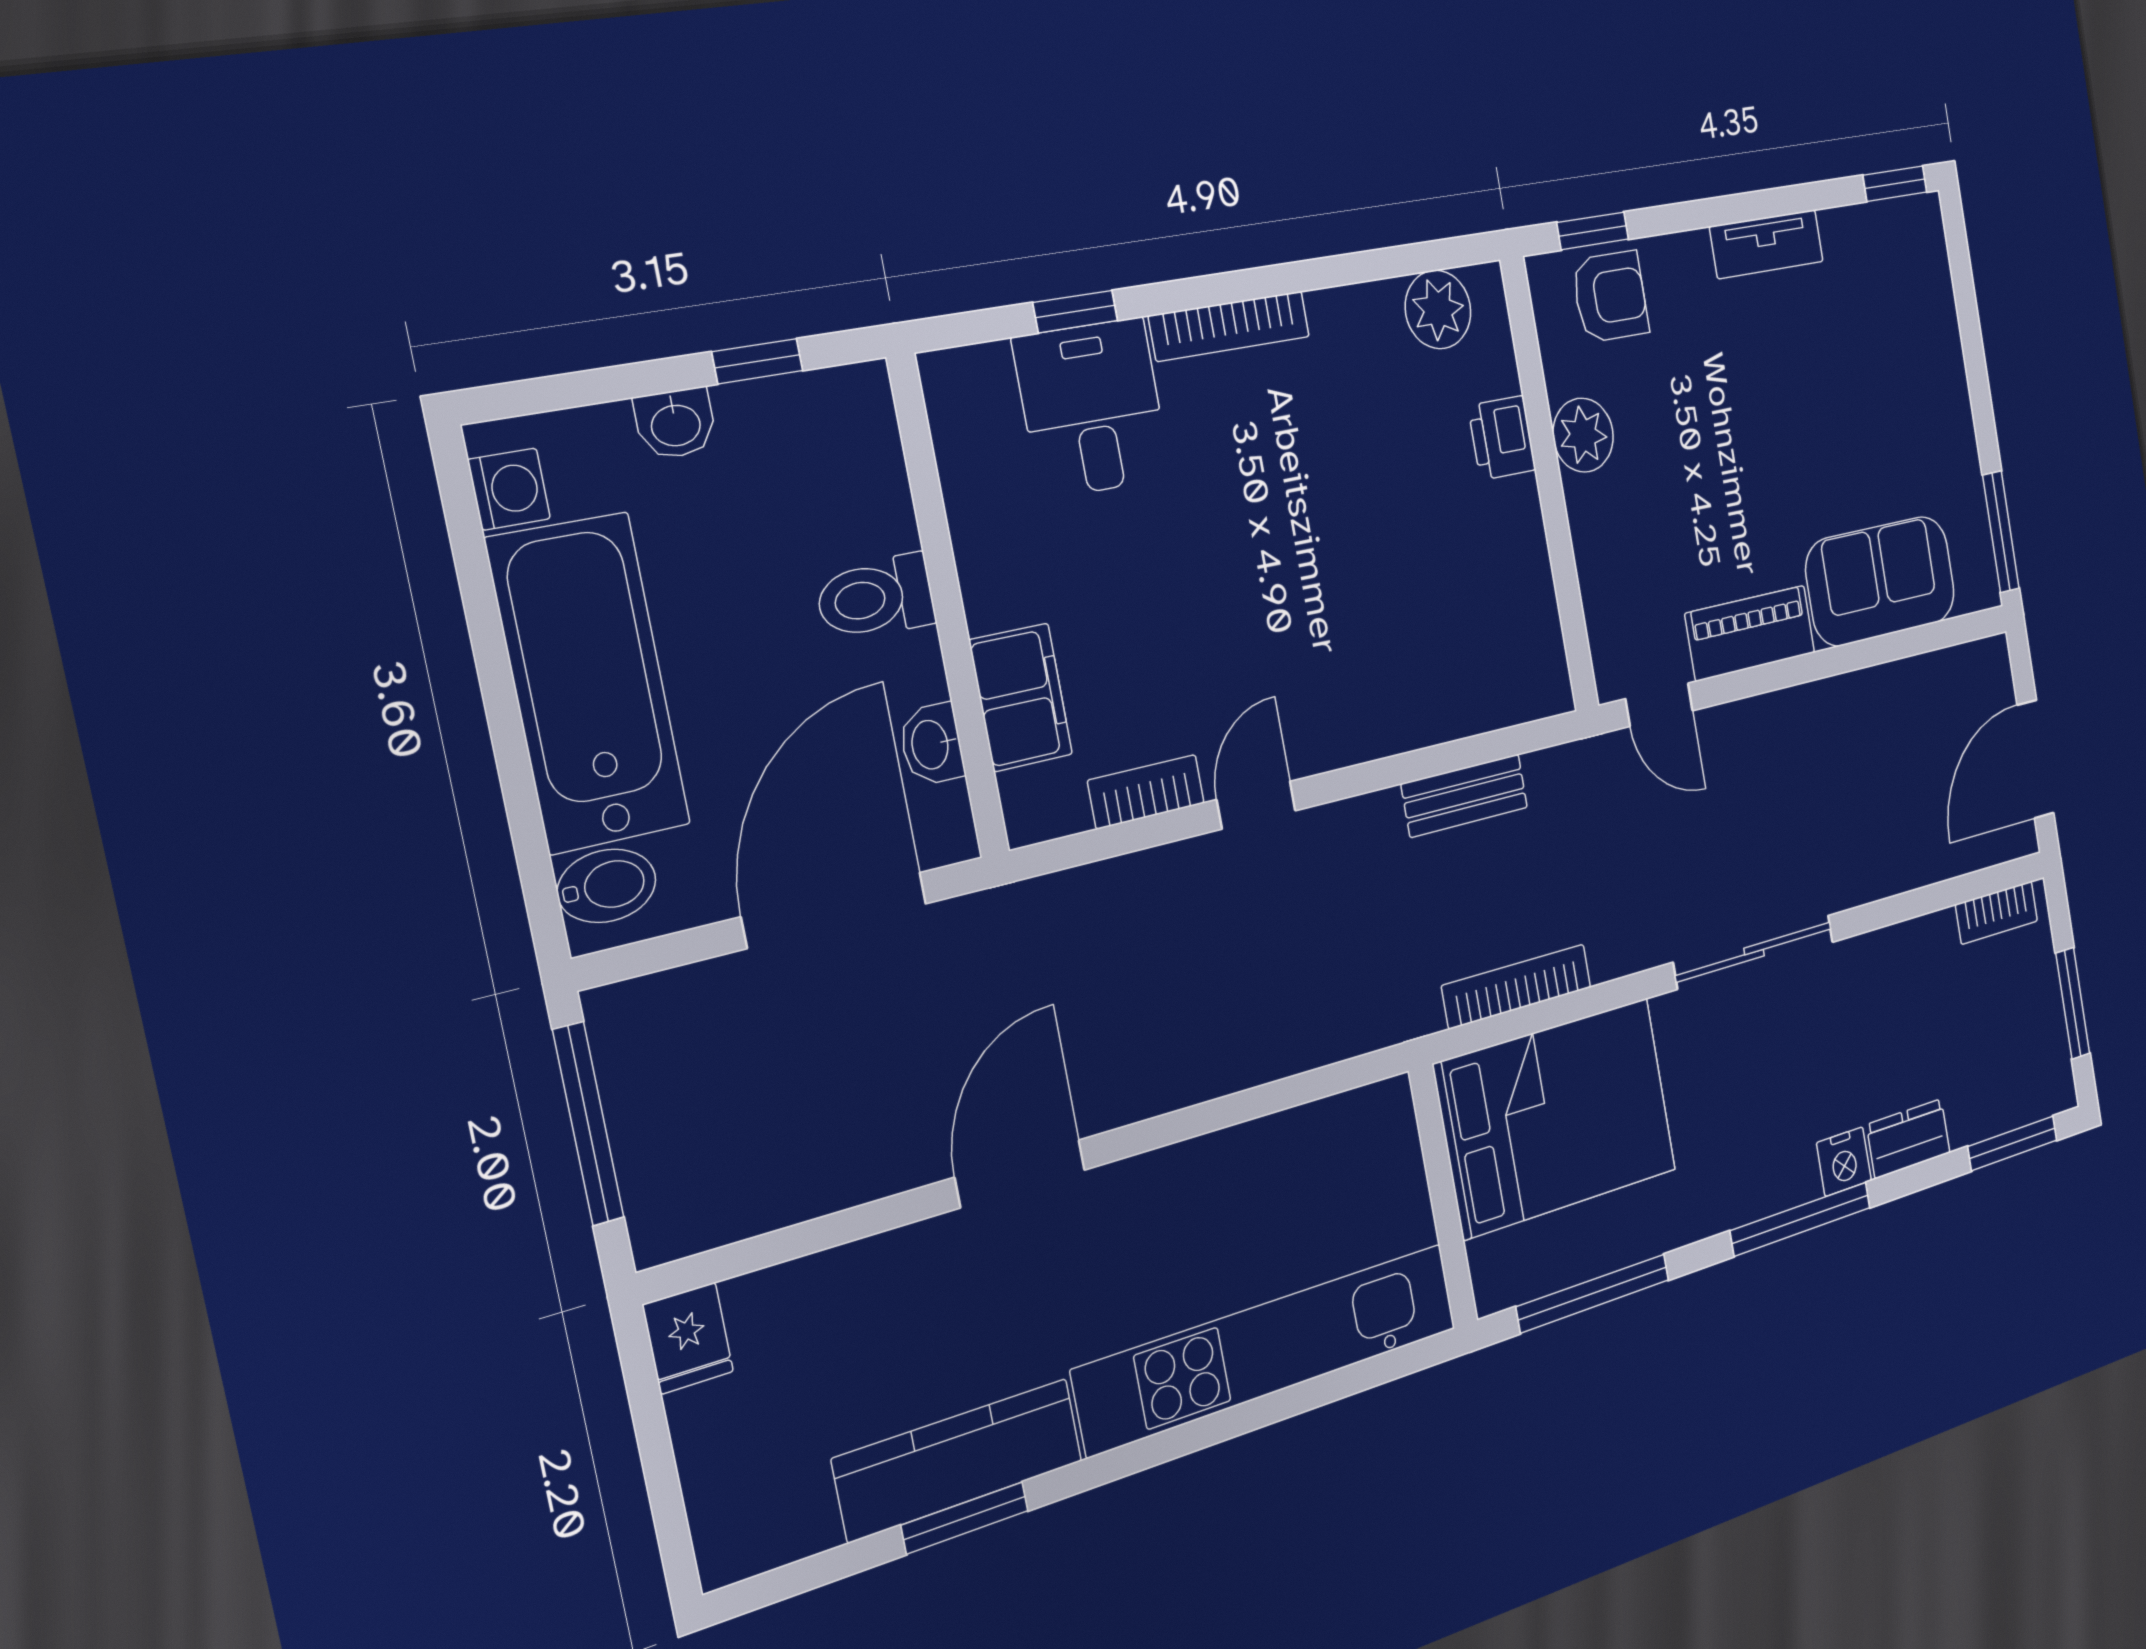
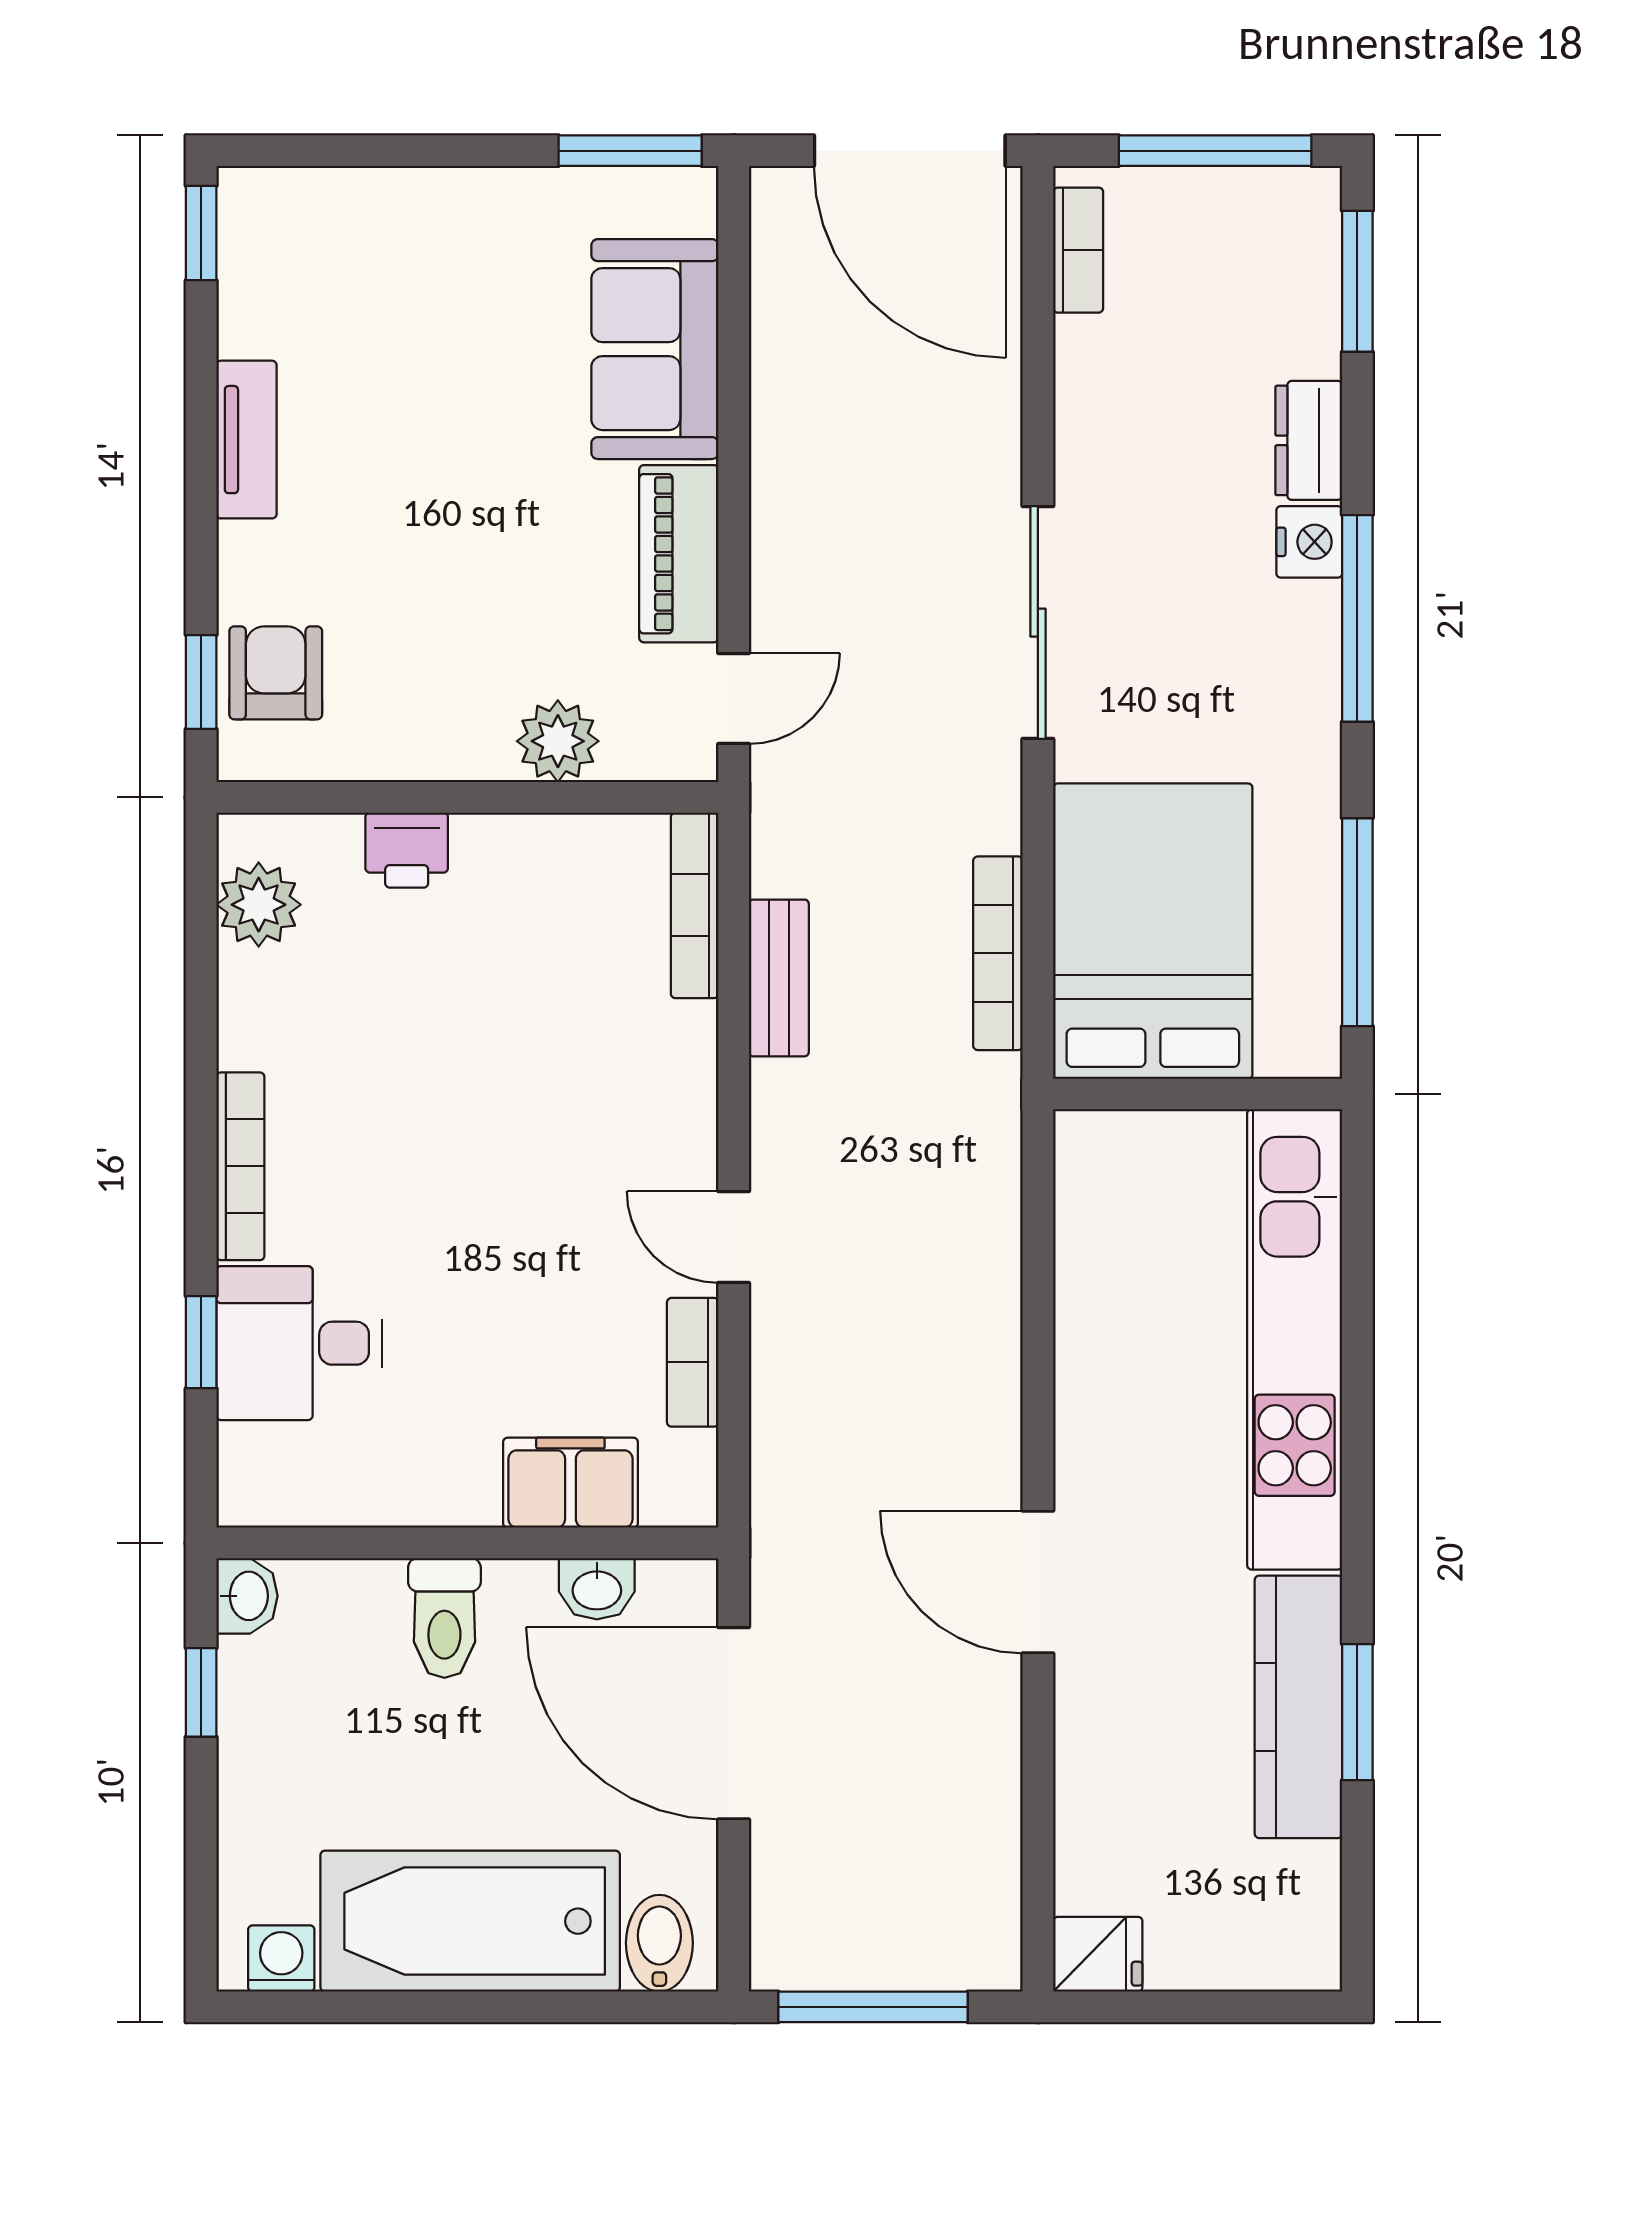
washbasin: (675, 424) -> (247, 1596), moved
plant: (1583, 435) -> (558, 741), moved
bookcase: (1505, 707) -> (695, 905), added
door: (2036, 759) -> (910, 151), width x1.36
window: (2073, 1003) -> (1215, 151), width x1.44

